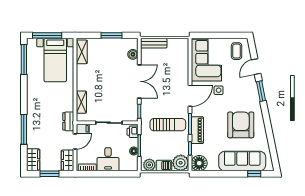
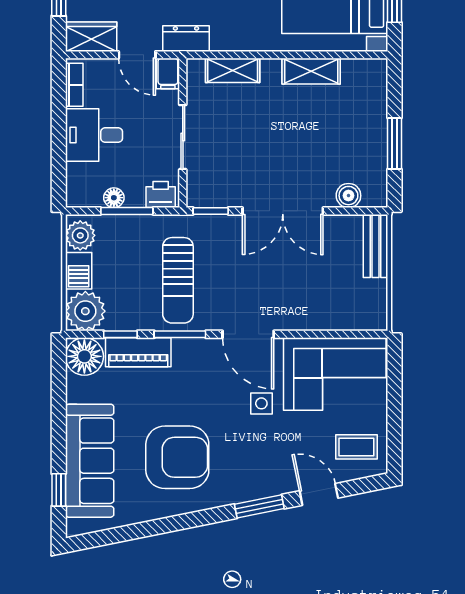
shelving: (82, 52) -> (311, 71), moved
piano: (197, 130) -> (138, 352), moved

